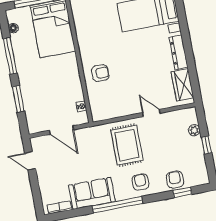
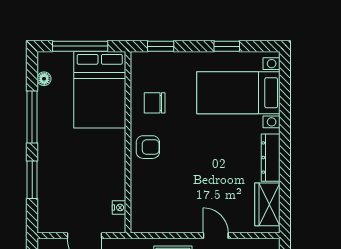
chair: (92, 30) -> (155, 103), added
armchair: (100, 73) -> (148, 147), moved

